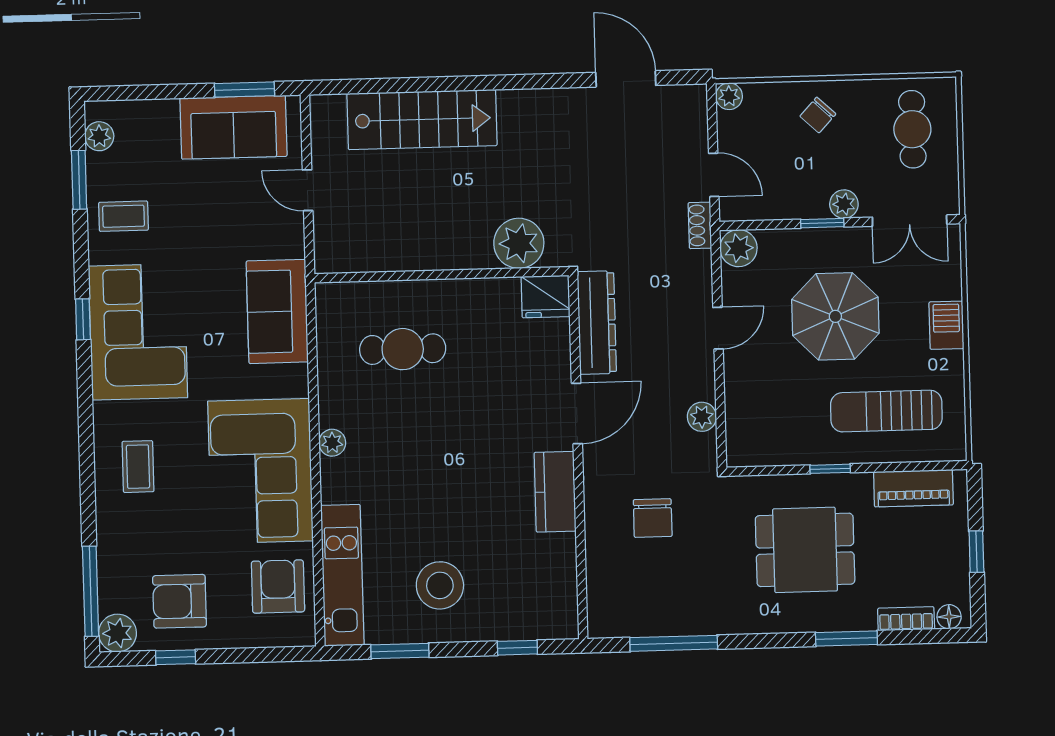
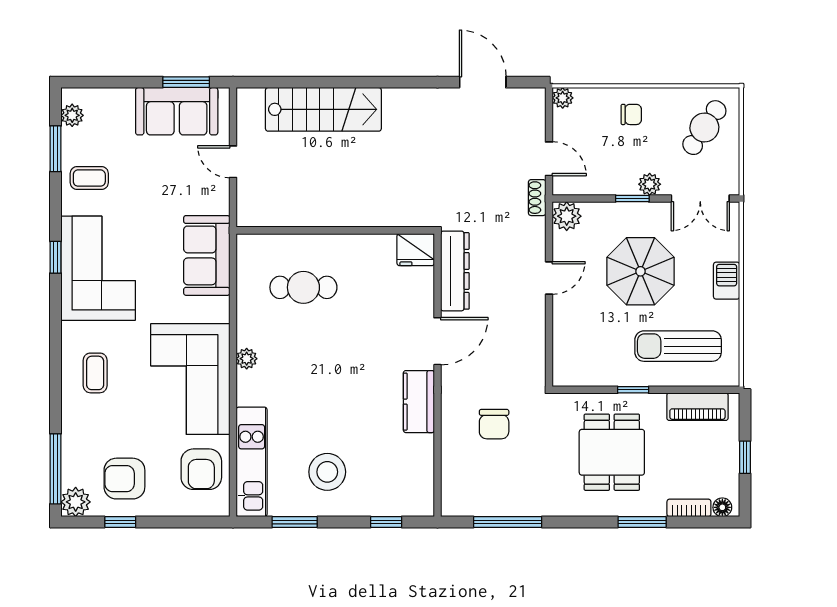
chair: (818, 115) -> (631, 114), turned -133
cafe table: (912, 129) -> (704, 128), turned 34
plant: (519, 243) -> (396, 208), removed
plant: (702, 417) -> (535, 346), removed
dining table: (805, 550) -> (612, 452), turned 90
armchair: (278, 586) -> (201, 469), turned 180

